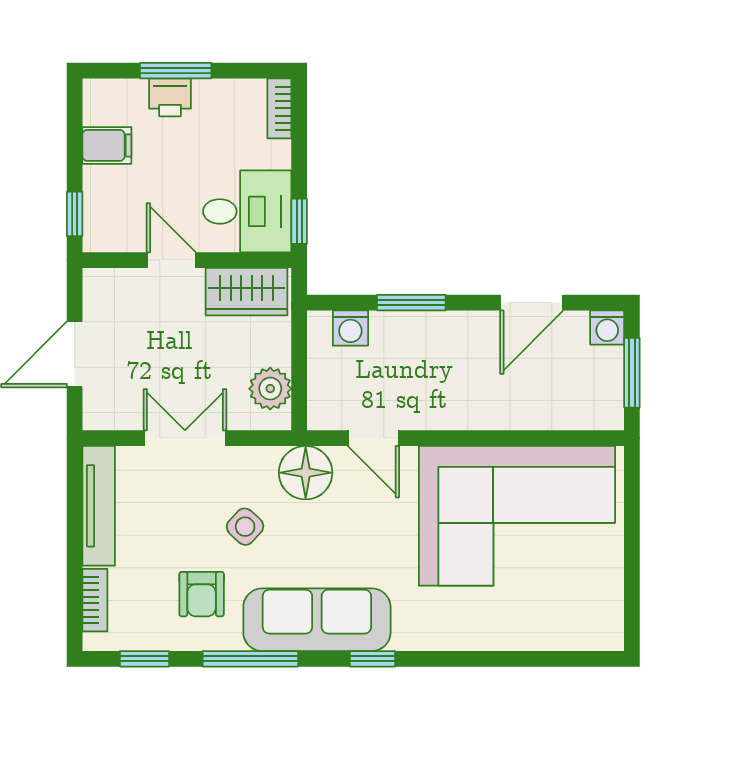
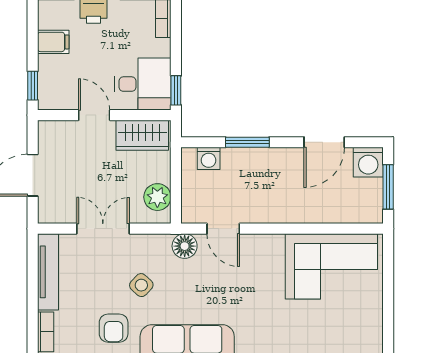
washing machine: (607, 327) -> (368, 162), width x1.38, depth x1.38
floor lamp: (306, 473) -> (185, 246), width x0.73, depth x0.73
corner sofa: (517, 516) -> (331, 266), width x0.73, depth x0.74

